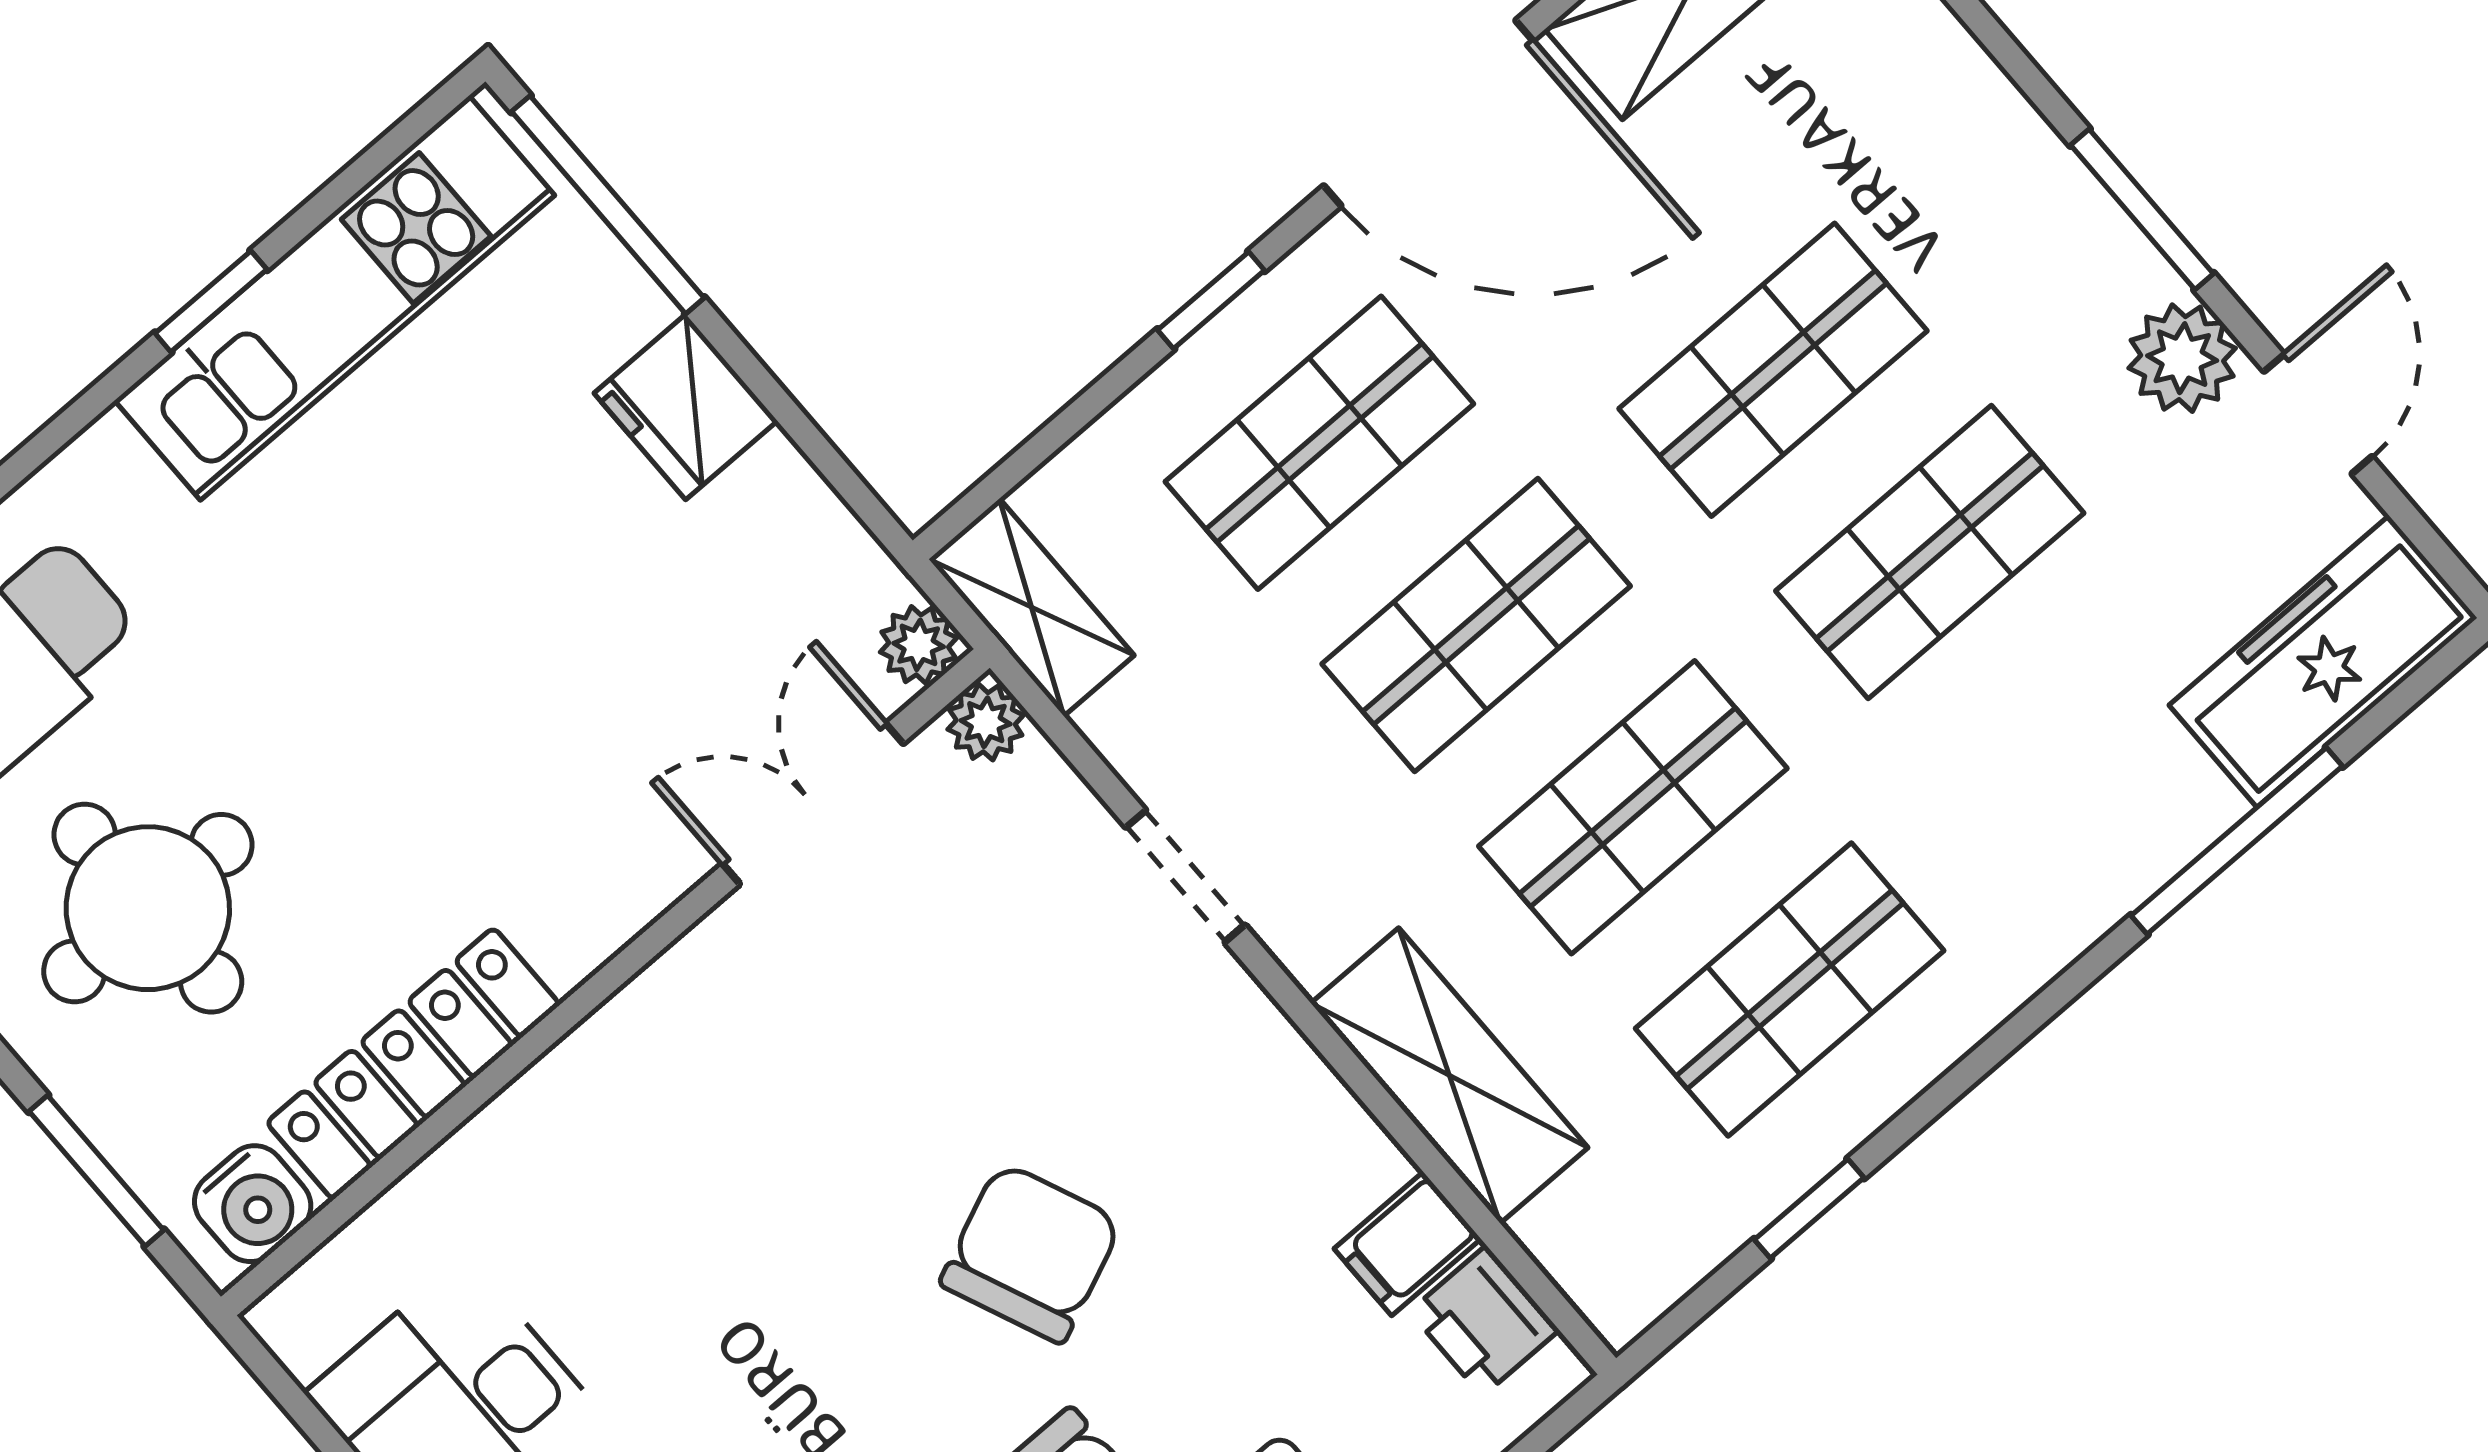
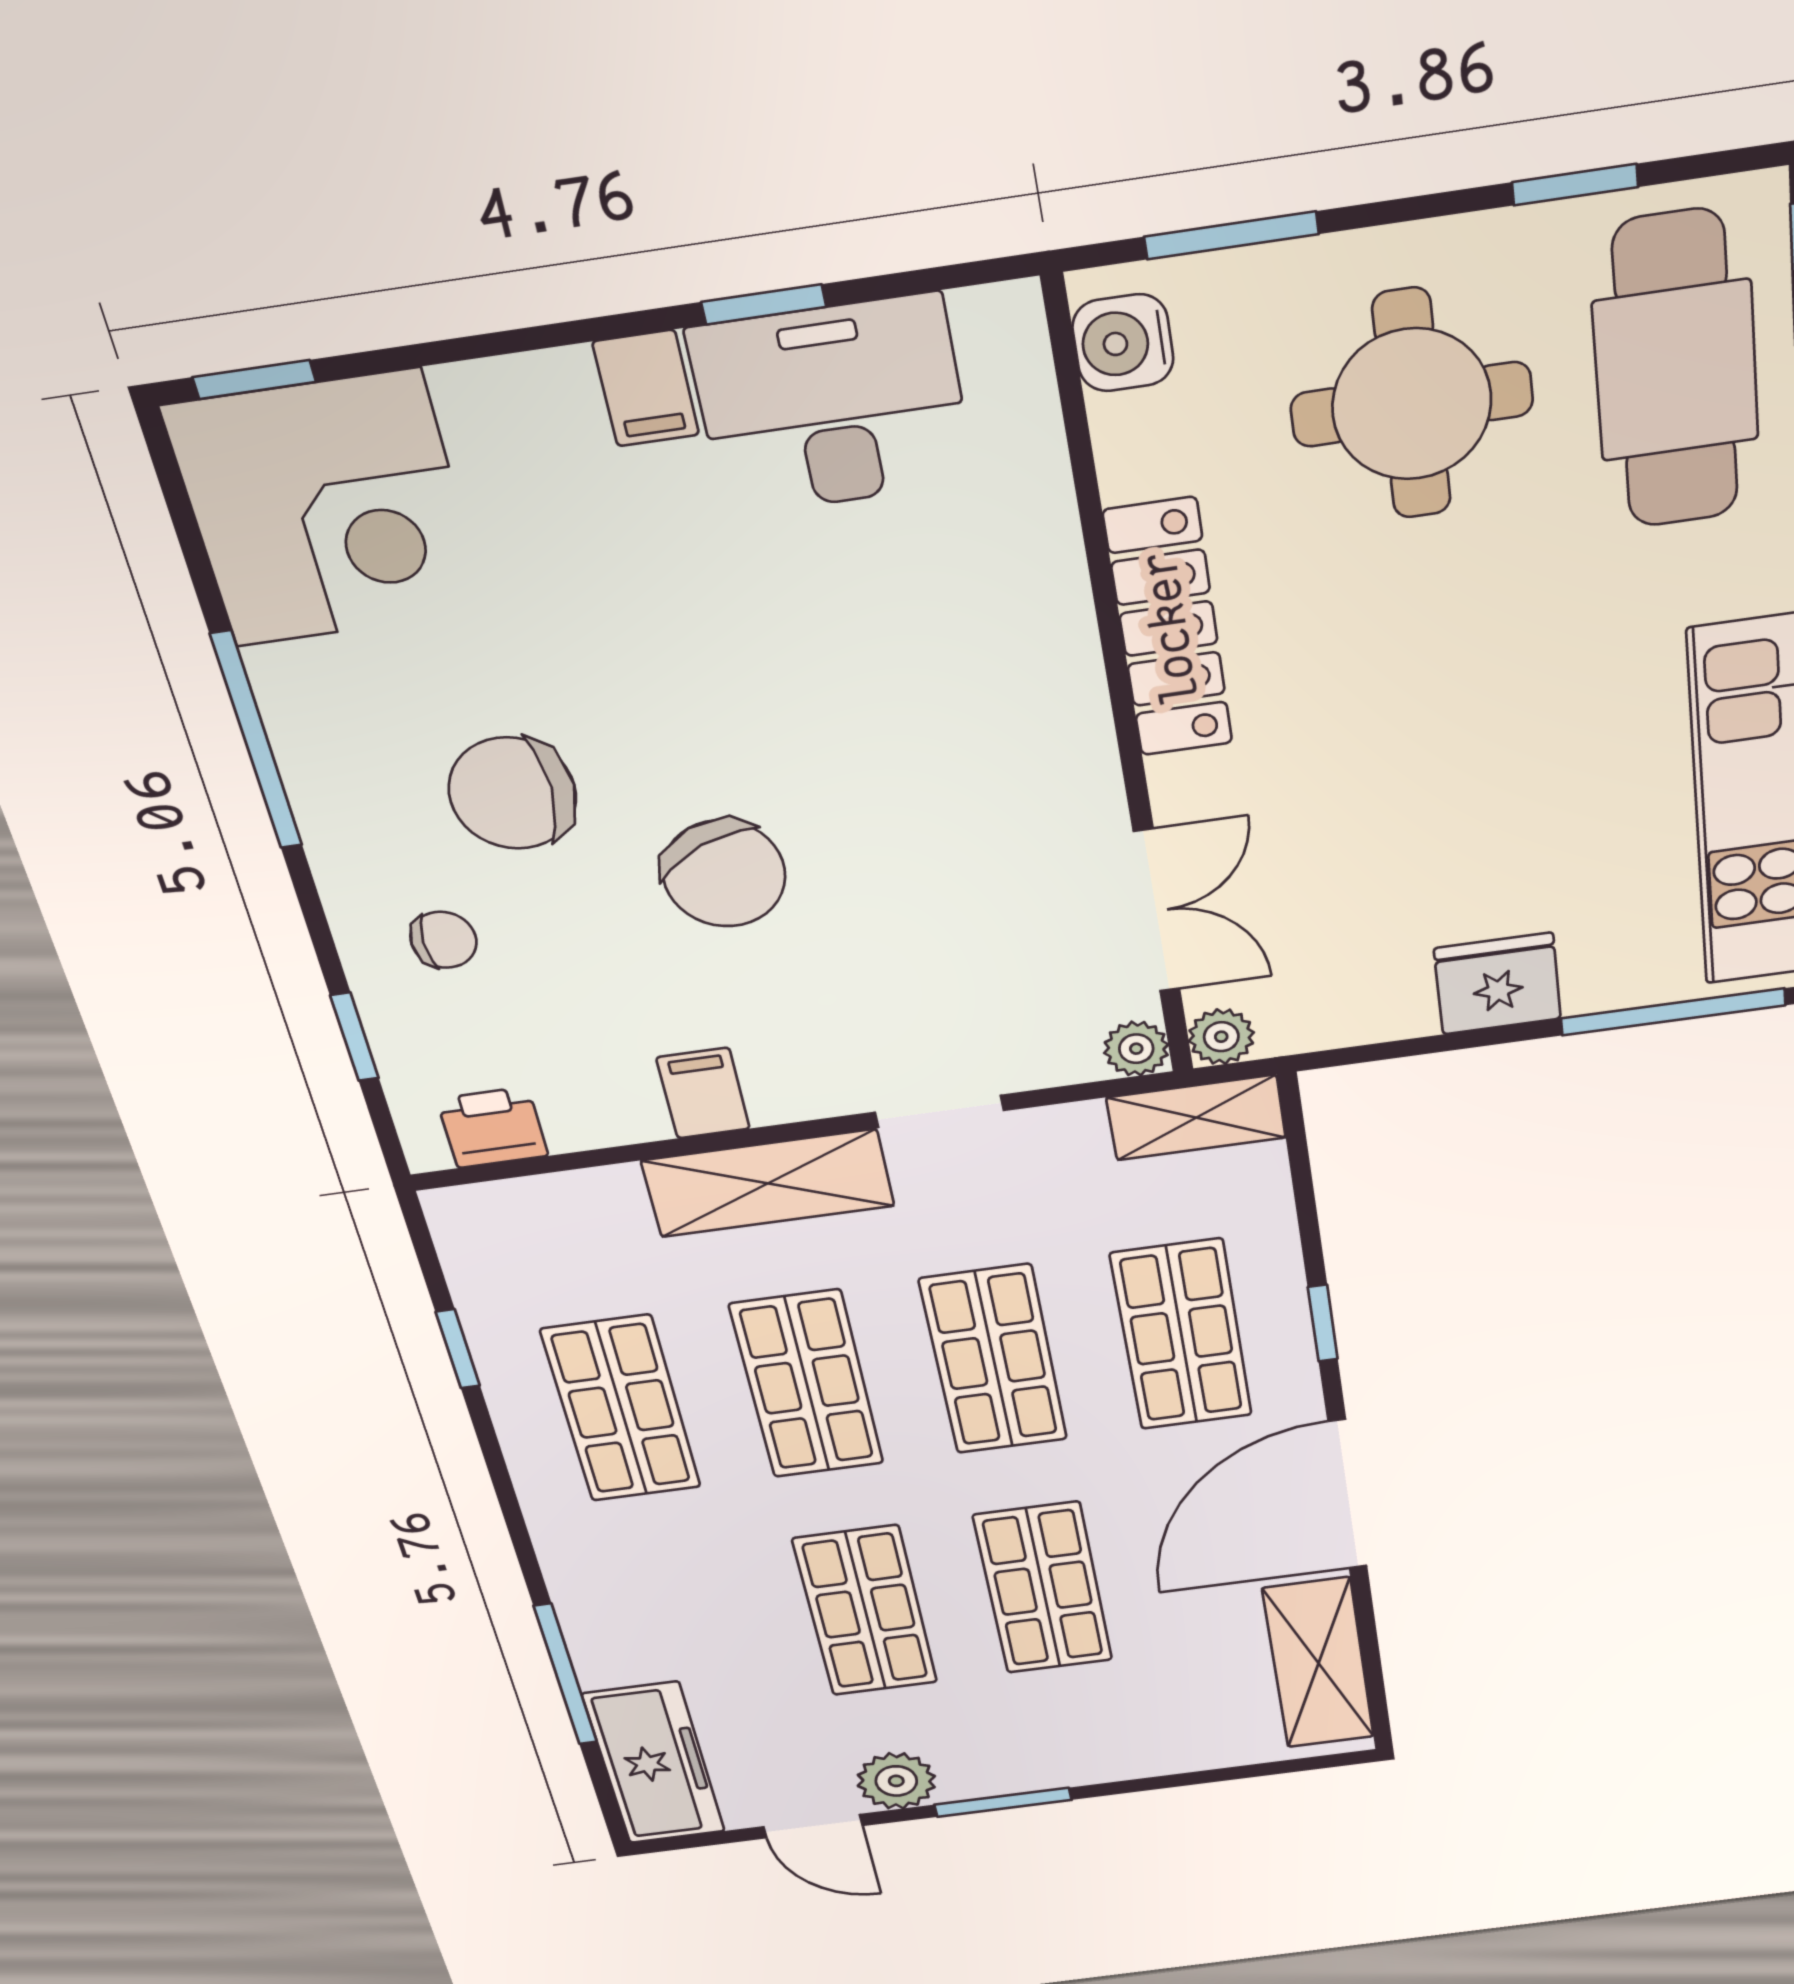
locker: (413, 1064) -> (1169, 628), moved
shelving: (1449, 1075) -> (768, 1183), moved
filing cabinet: (1407, 1244) -> (703, 1093), moved

